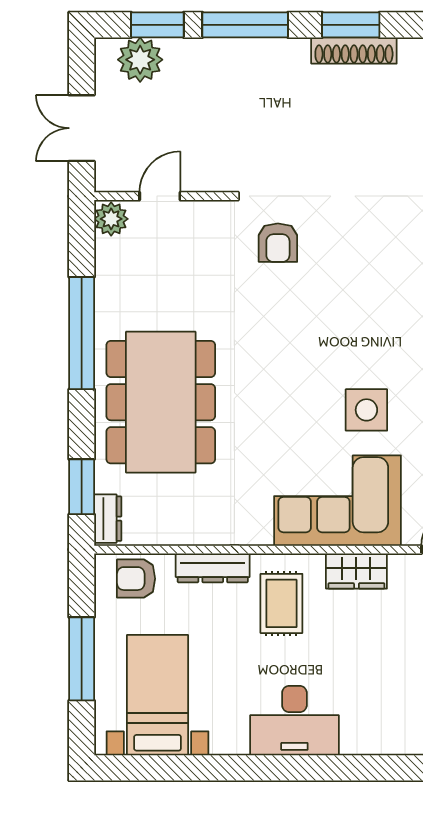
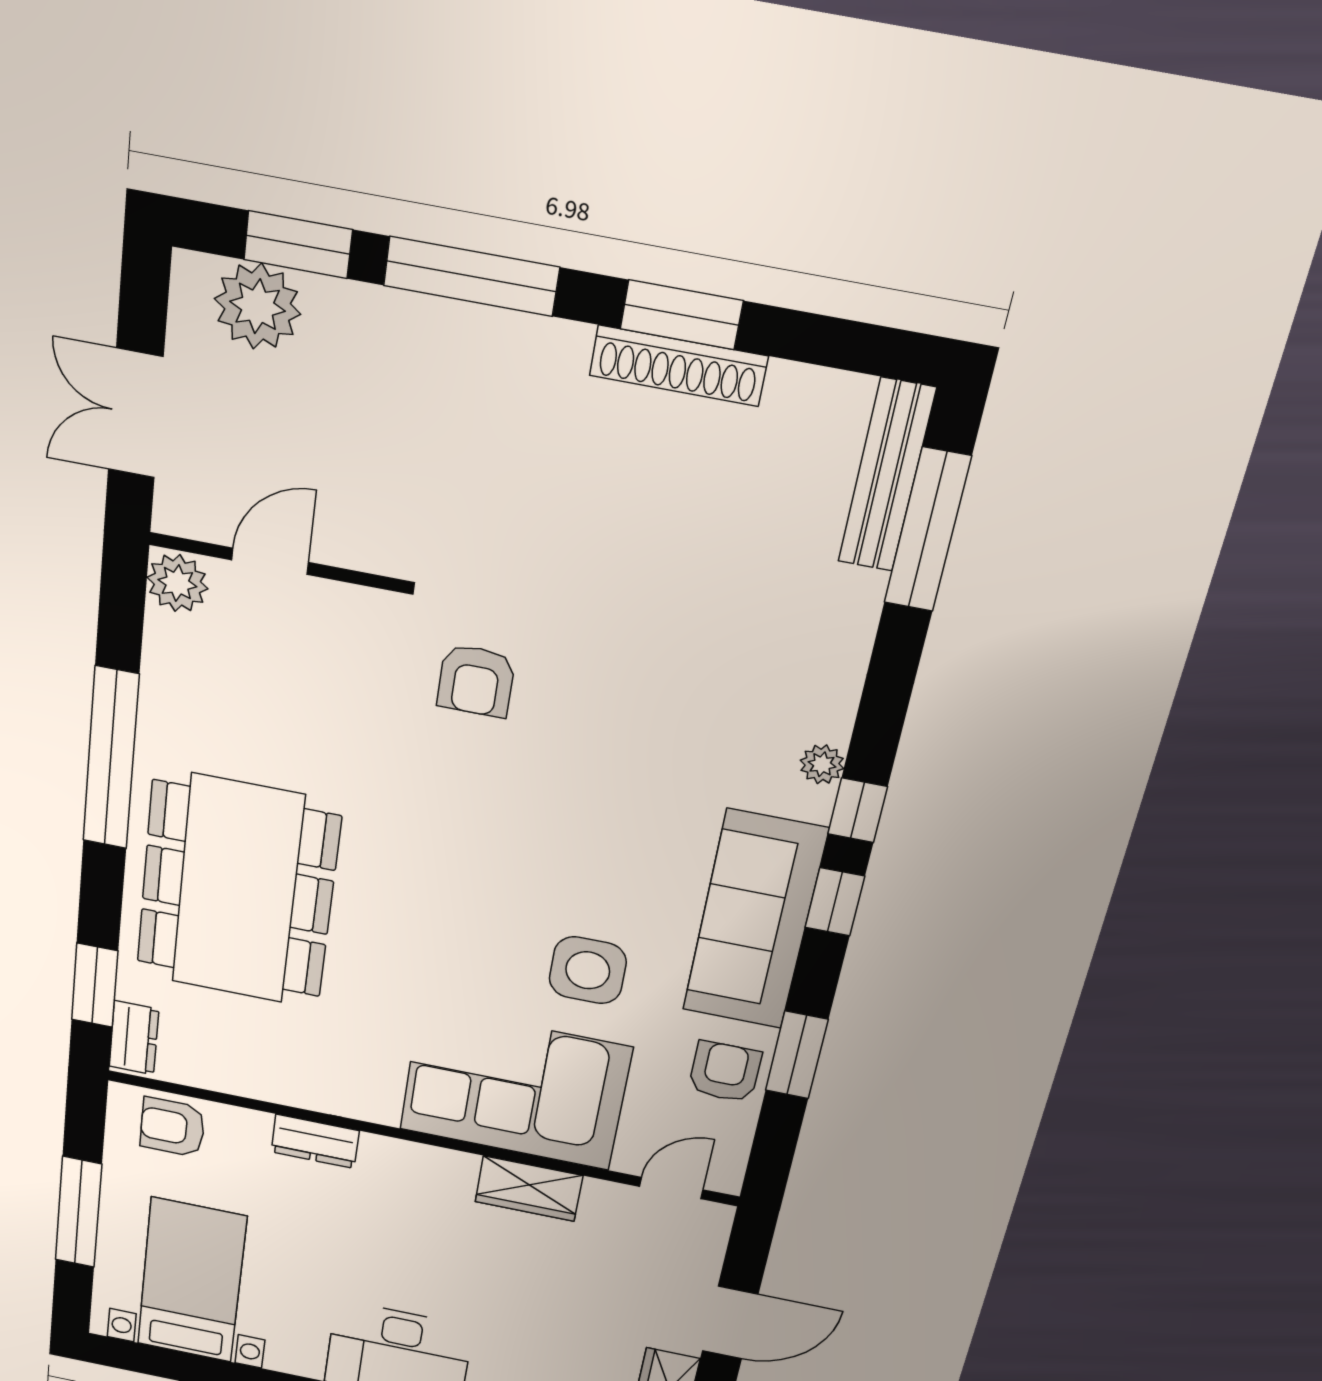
dresser: (213, 568) -> (315, 1141), width x0.70
rug: (281, 603) -> (401, 1206), removed

